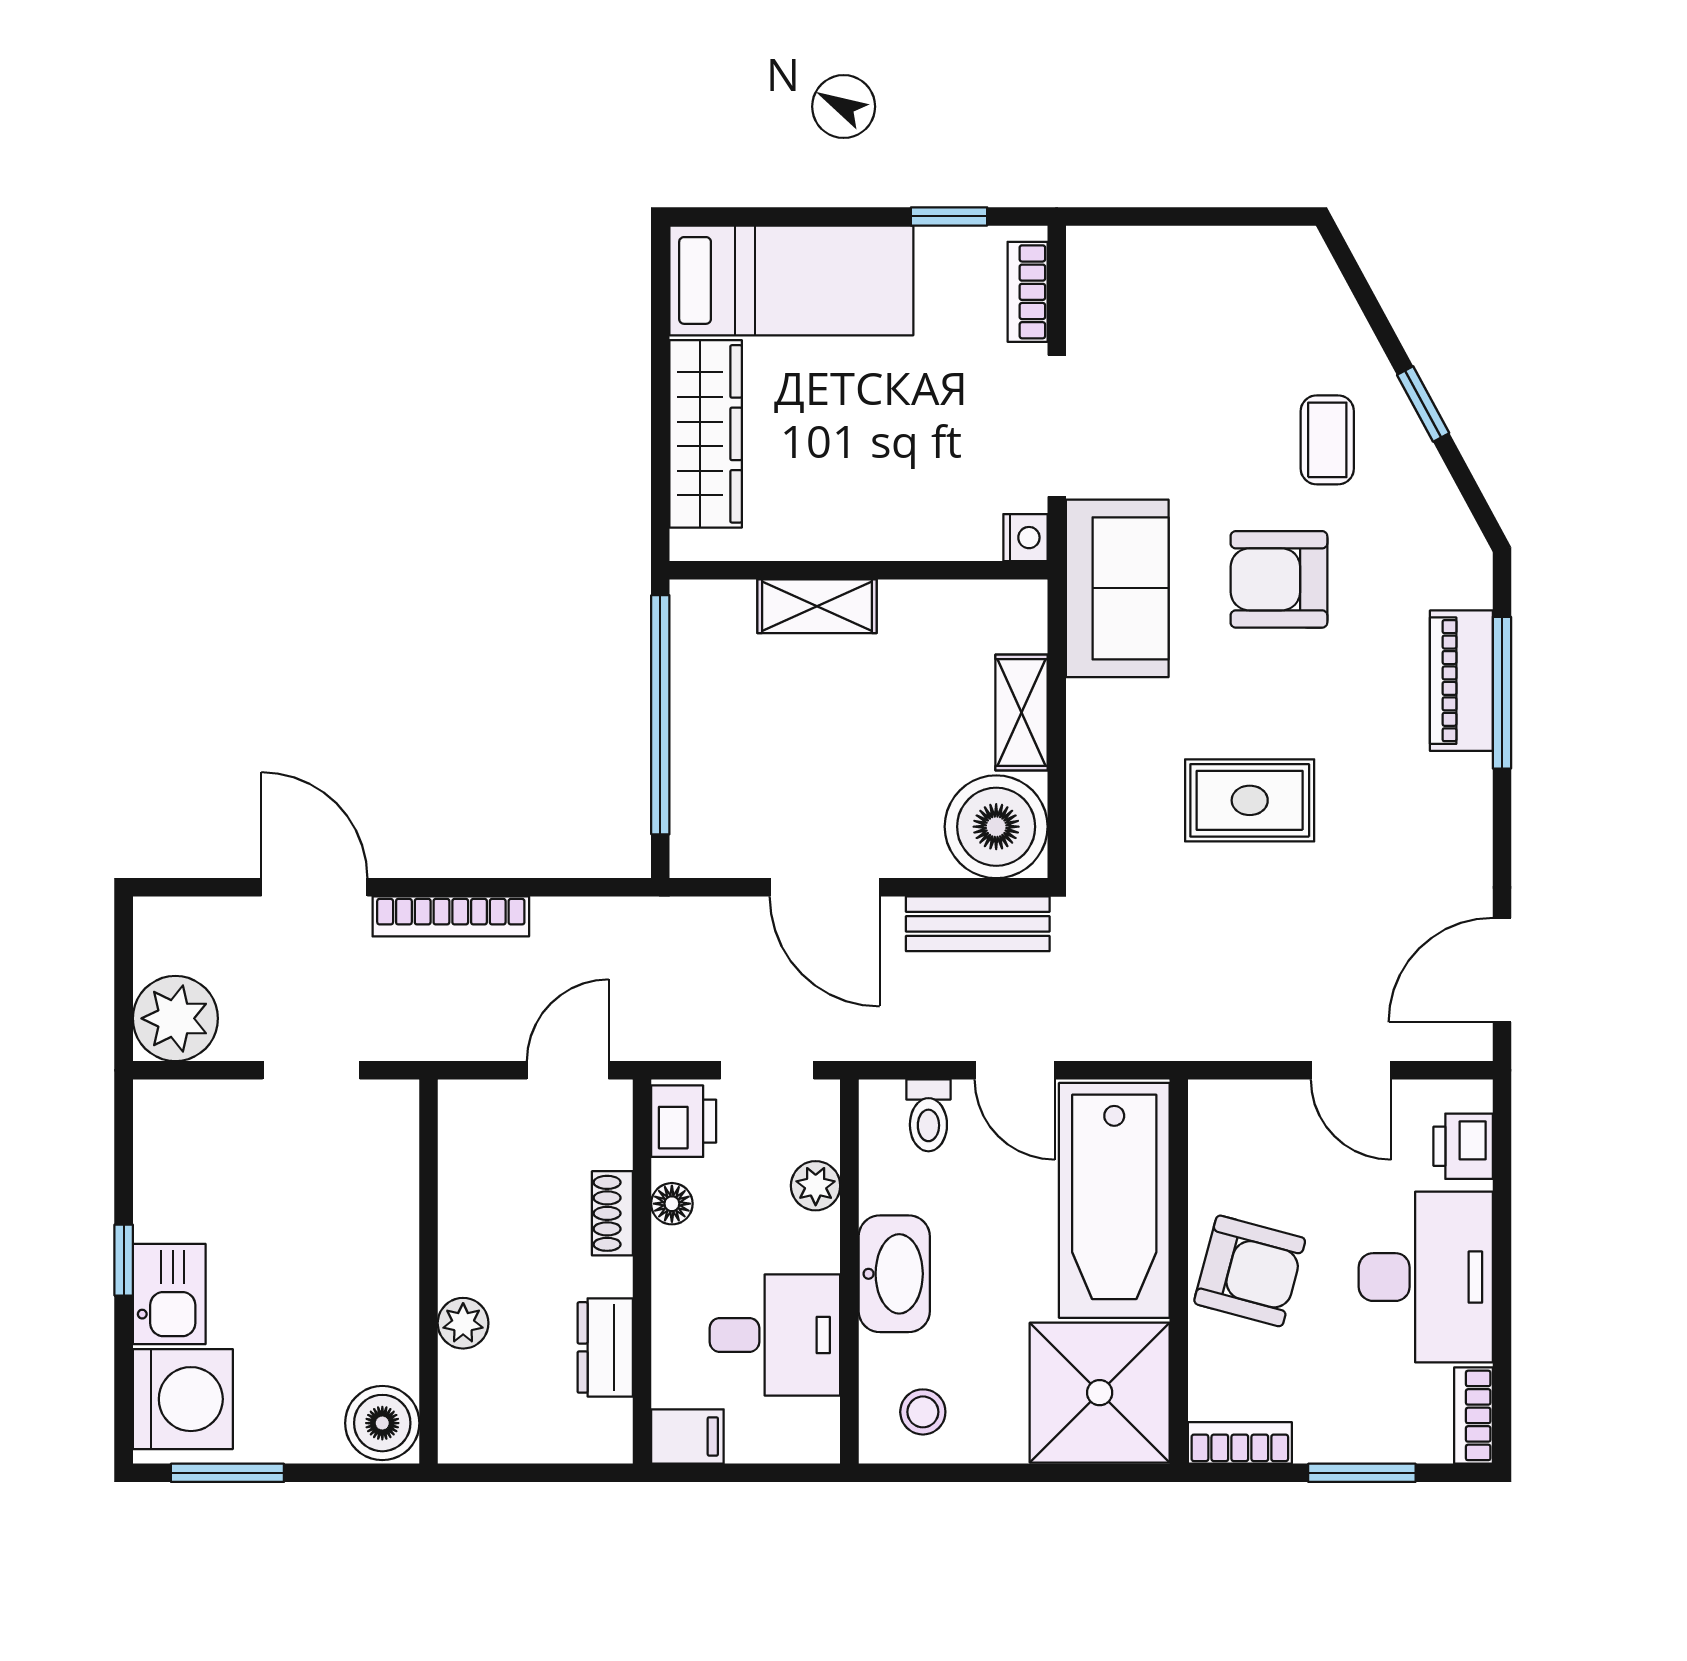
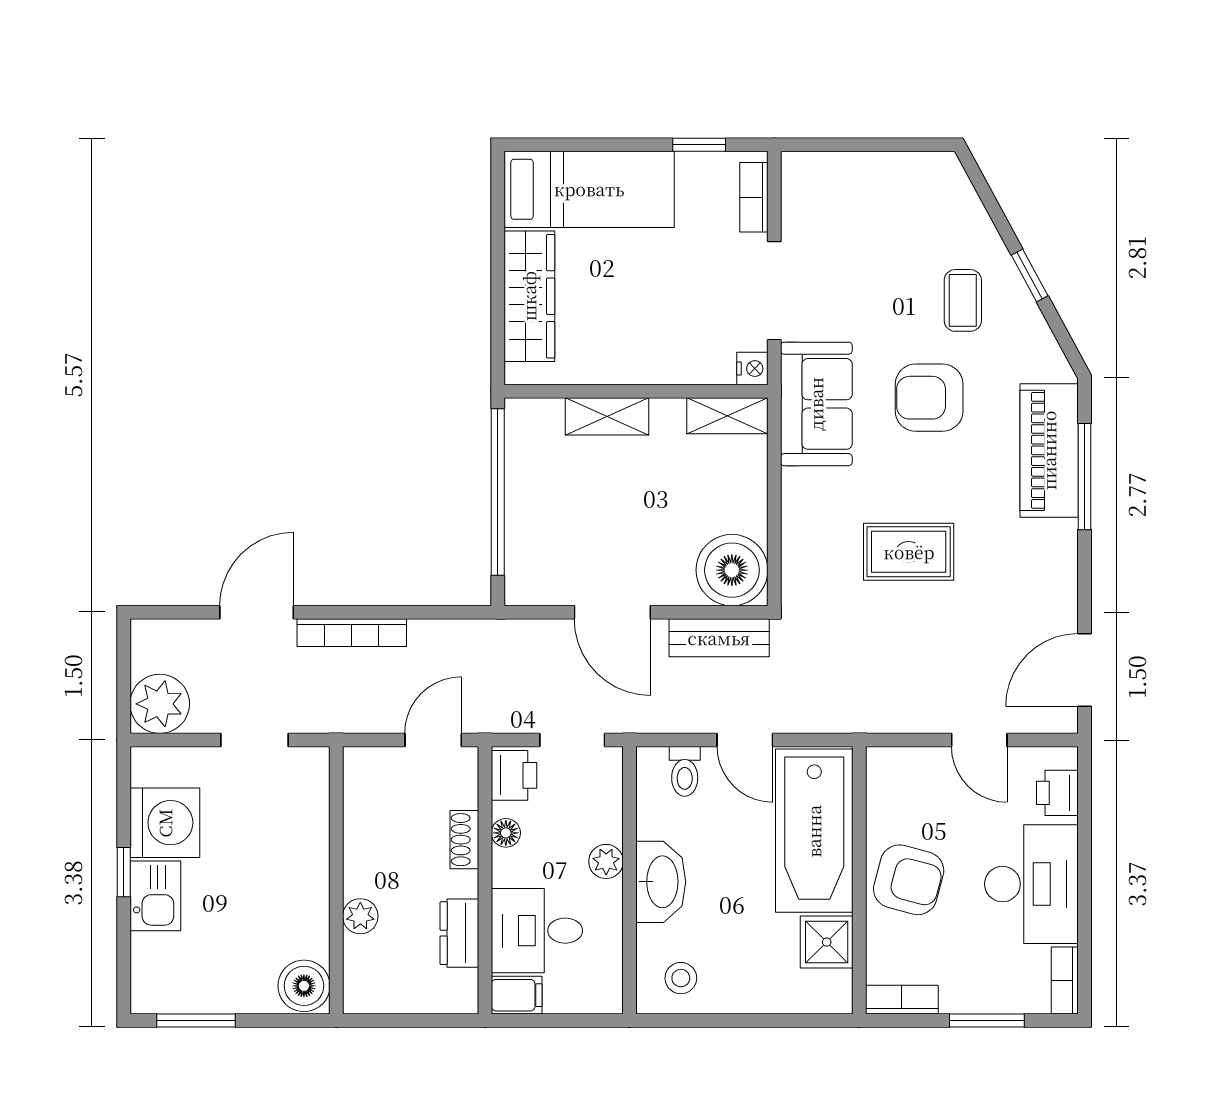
piano: (1461, 681) -> (1049, 450), width x1.37, depth x1.33
shelving: (1021, 712) -> (727, 416), moved, turned 90
door: (314, 887) -> (257, 612), hinge flipped
plant: (816, 1186) -> (606, 861), moved
desk: (775, 1335) -> (537, 931), moved, turned 180
shower: (1100, 1393) -> (827, 942), width x0.54, depth x0.54
washing machine: (183, 1399) -> (165, 823), moved

